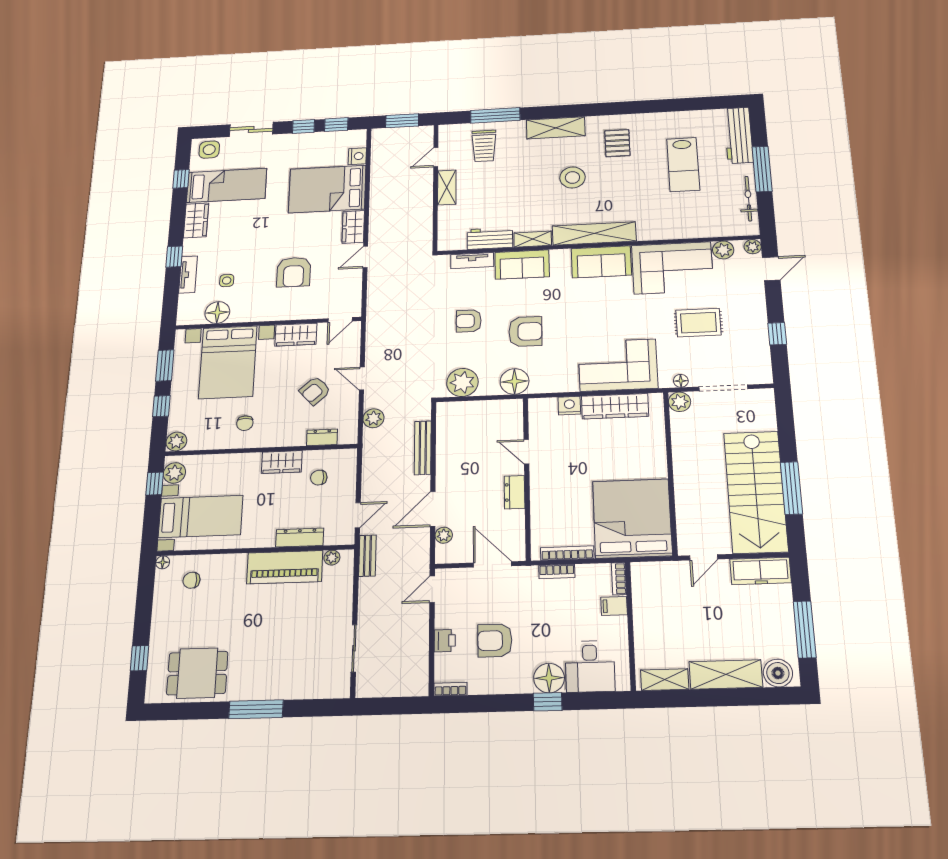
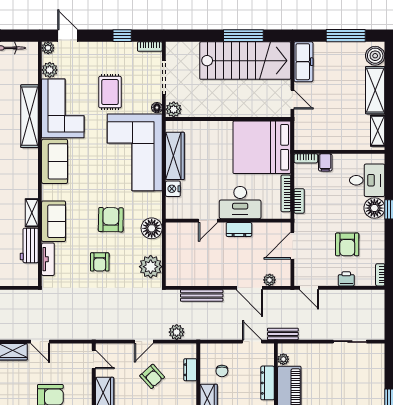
shelving: (594, 234) -> (30, 116), moved
corner sofa: (618, 365) -> (135, 152), width x1.36, depth x1.36
bookcase: (765, 368) -> (150, 47), added
desk: (552, 492) -> (240, 203), added

